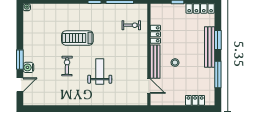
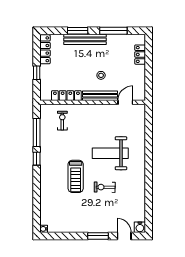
locker: (155, 34) -> (66, 96), width x1.53
water cooler: (28, 67) -> (140, 227), moved
weight bench: (100, 71) -> (110, 153), width x1.36, depth x1.33

